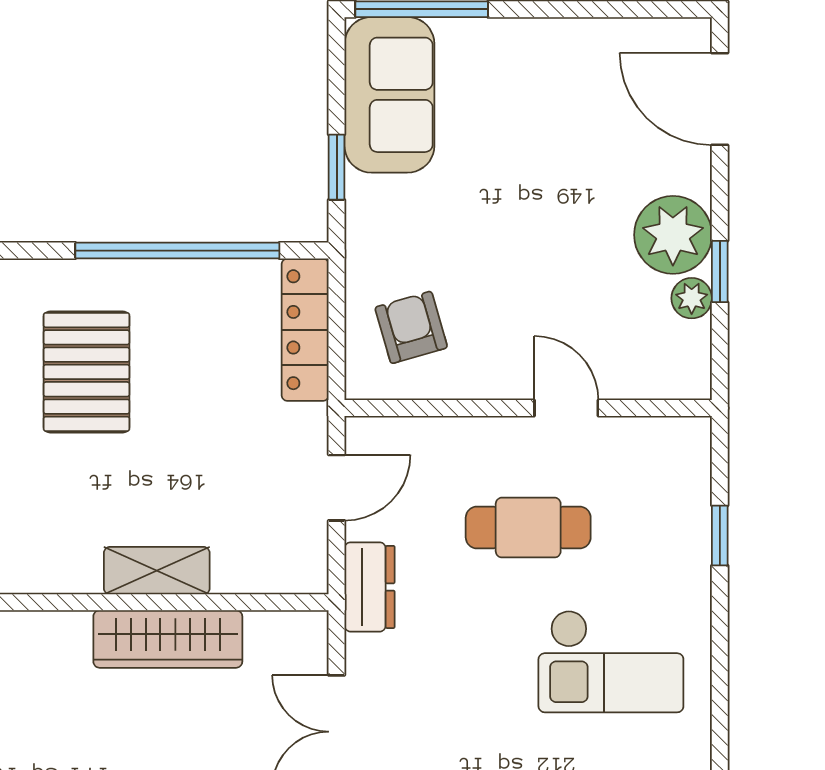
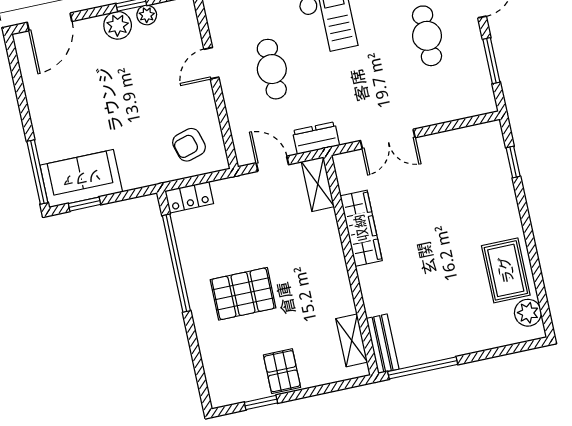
window: (337, 167) -> (84, 204), moved
plant: (673, 235) -> (118, 25), width x0.73, depth x0.73
locker: (305, 330) -> (189, 197), width x0.66
shelving: (157, 571) -> (318, 184), moved

